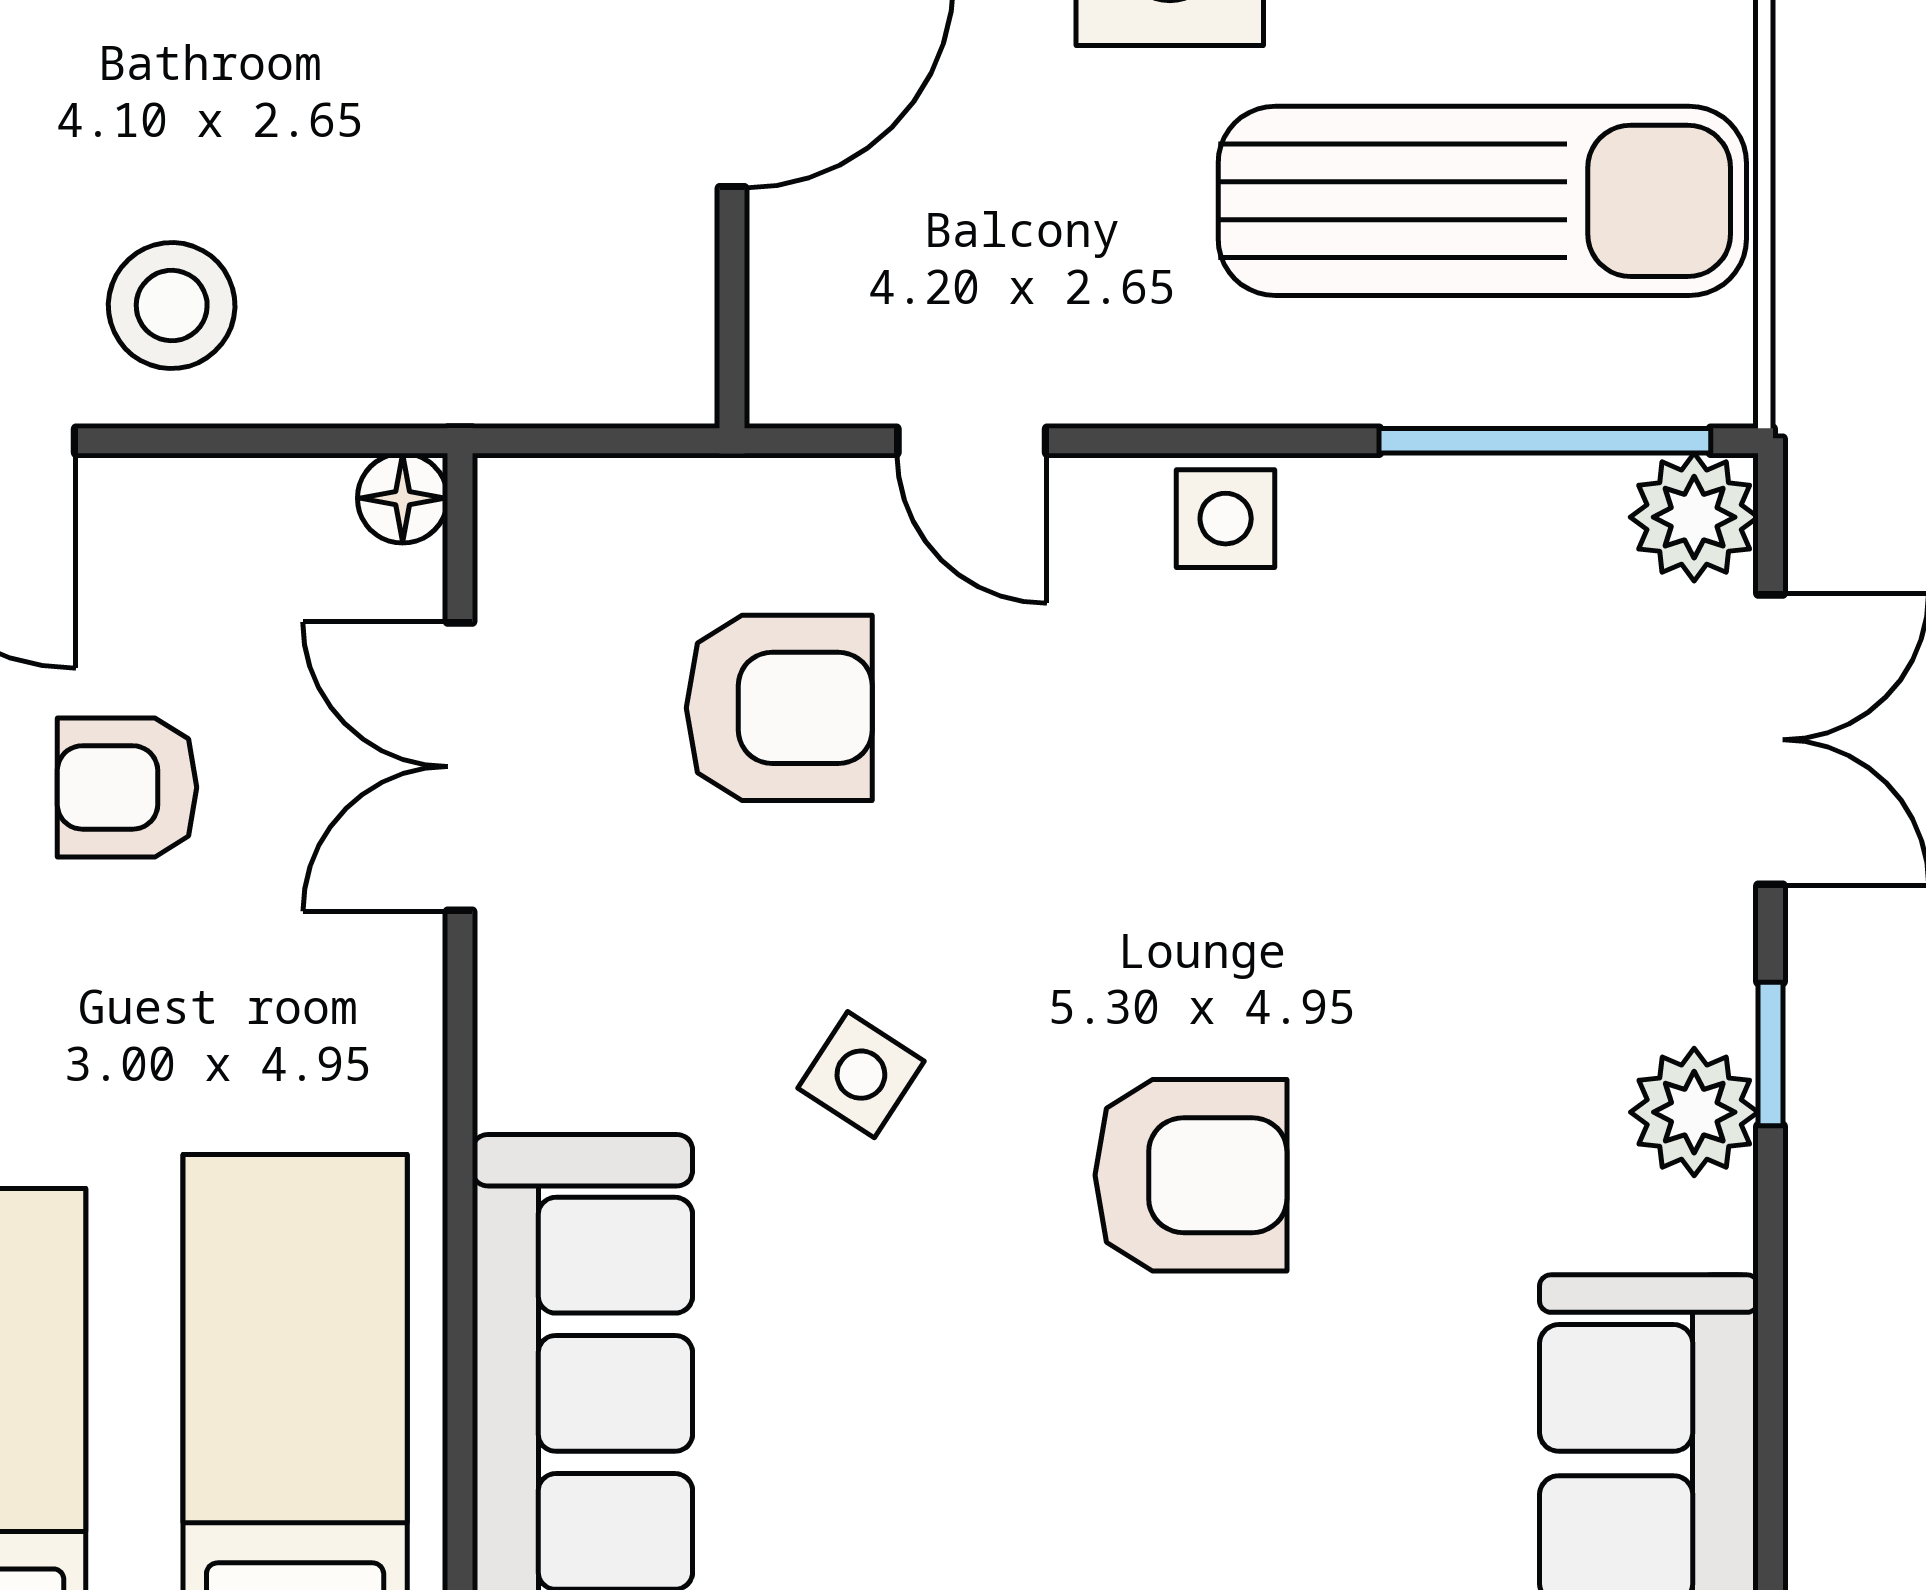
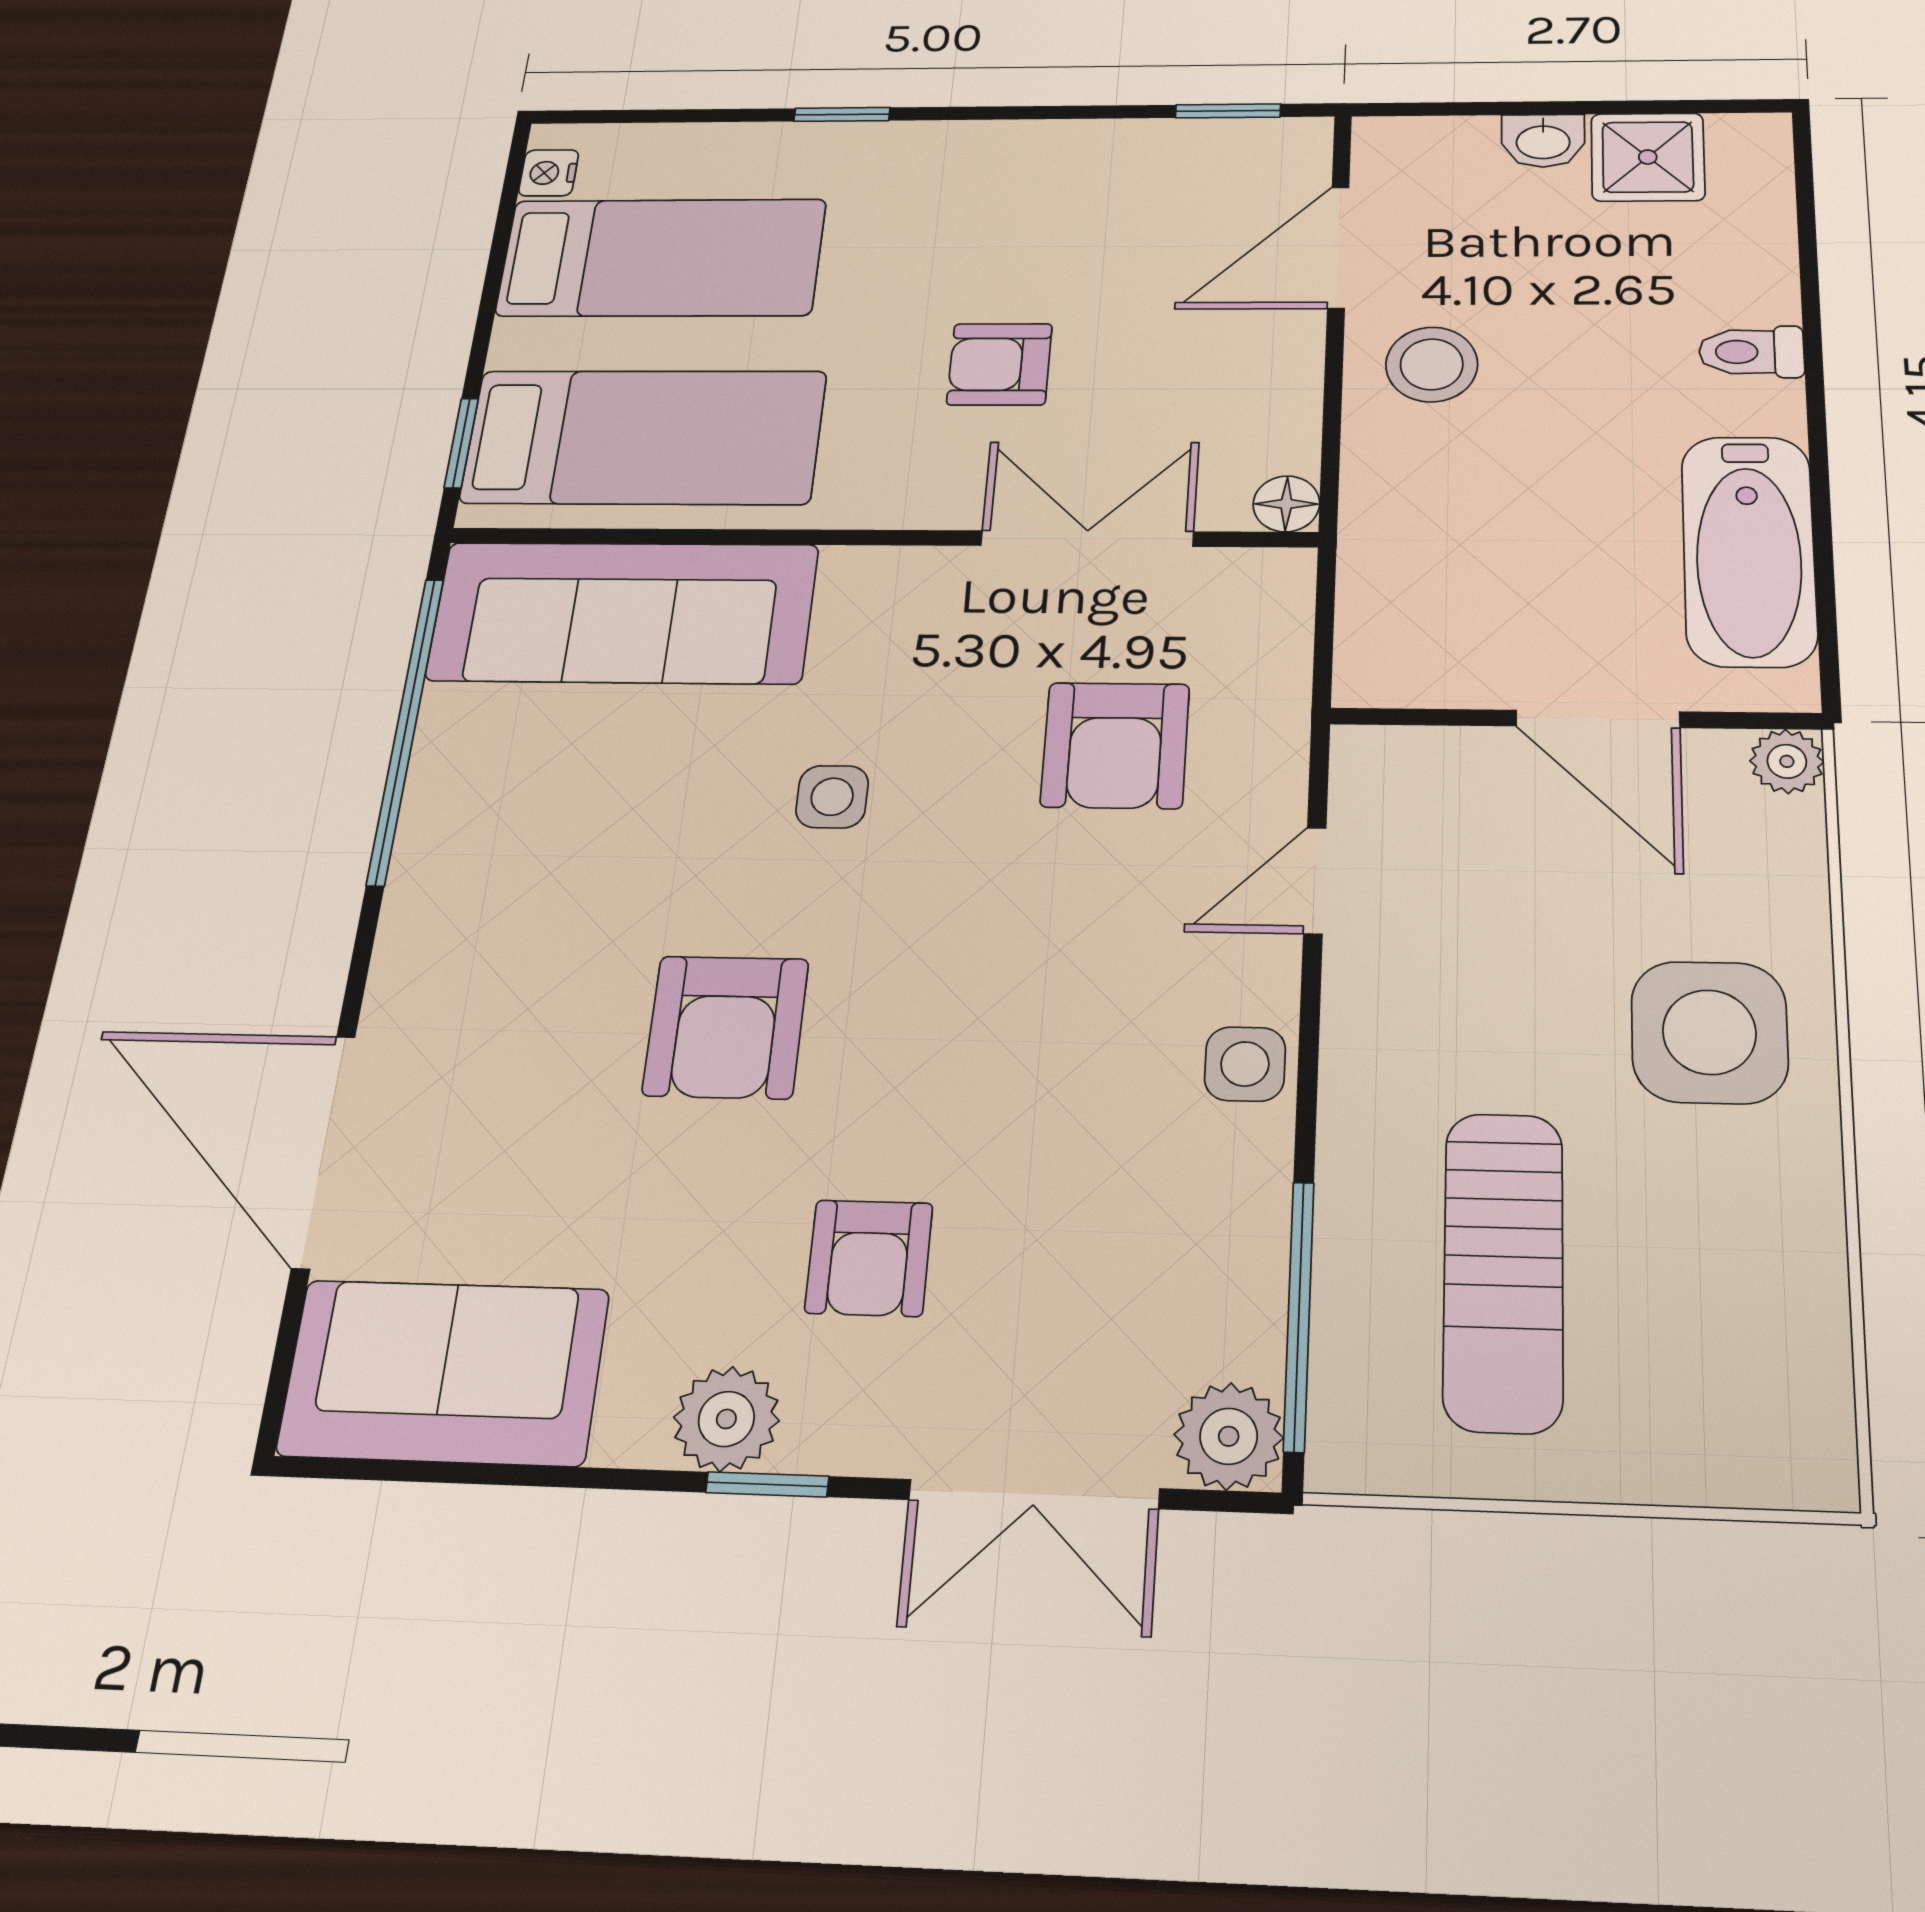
sun lounger: (1482, 201) -> (1503, 1270), width x0.73, depth x0.75
armchair: (127, 787) -> (1000, 364), moved, turned -90
armchair: (1490, 962) -> (869, 1258), added
side table: (861, 1075) -> (832, 797), turned -33

